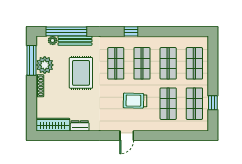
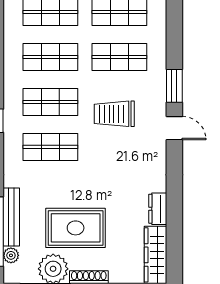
rug: (81, 73) -> (76, 228), moved
trolley: (135, 101) -> (114, 114), turned 89
window: (151, 136) -> (174, 86), added

